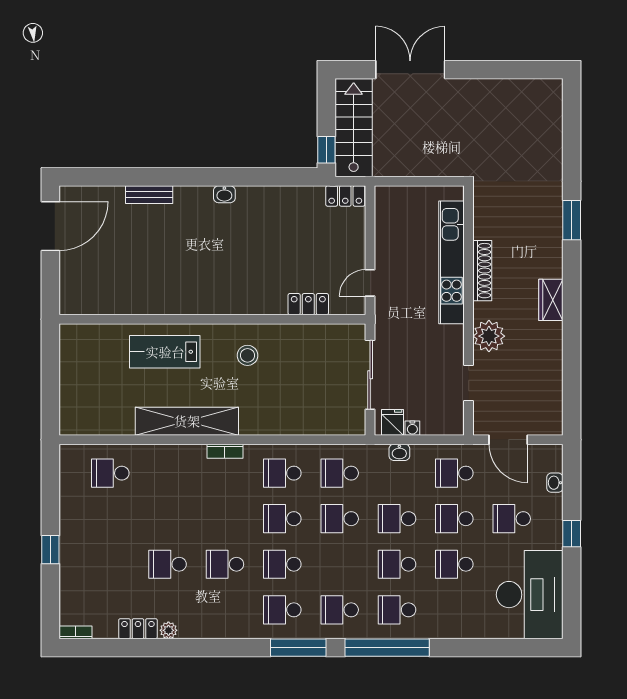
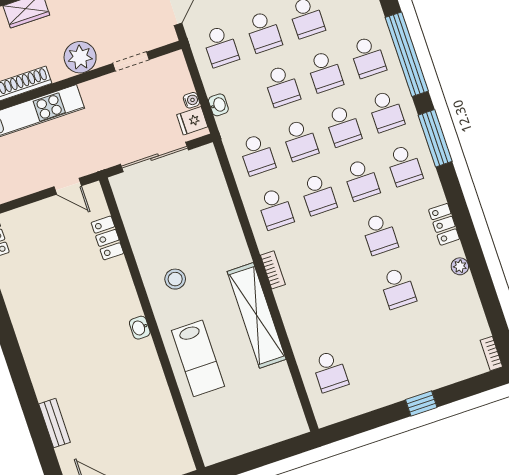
washbasin: (224, 194) -> (140, 328), moved, turned 180
school desk: (340, 564) -> (343, 126), added
locker: (138, 629) -> (444, 224), moved

